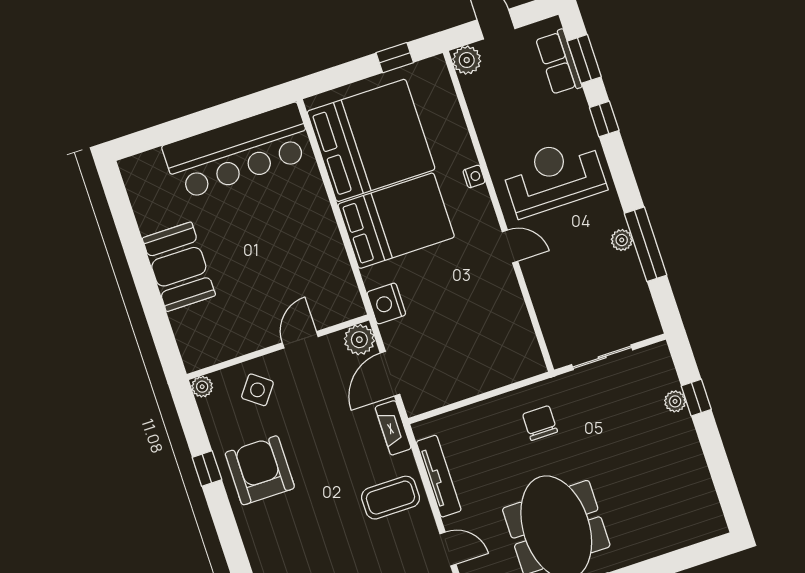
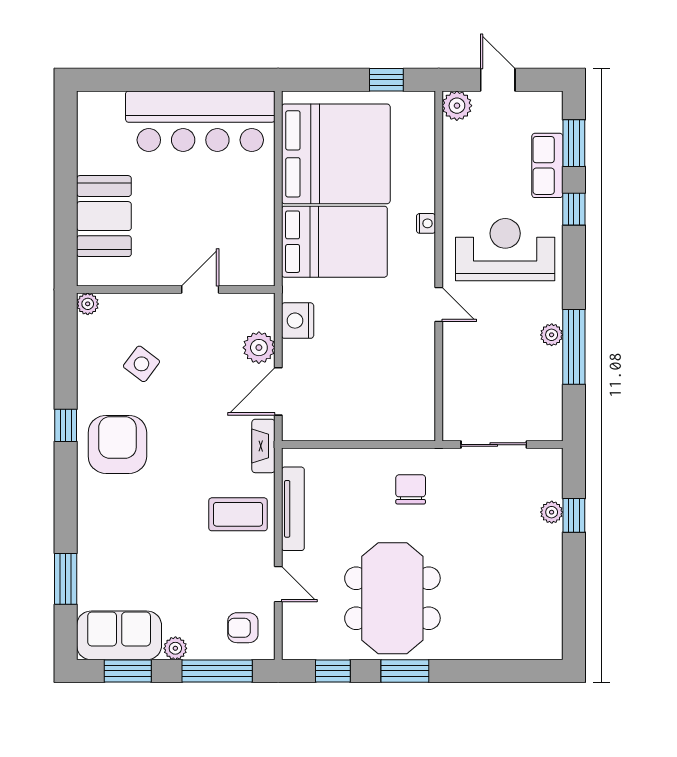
row of seats: (559, 62) -> (547, 165), moved
door: (300, 340) -> (200, 290), moved
wall: (278, 347) -> (176, 290), moved
plant: (202, 387) -> (88, 304), moved

